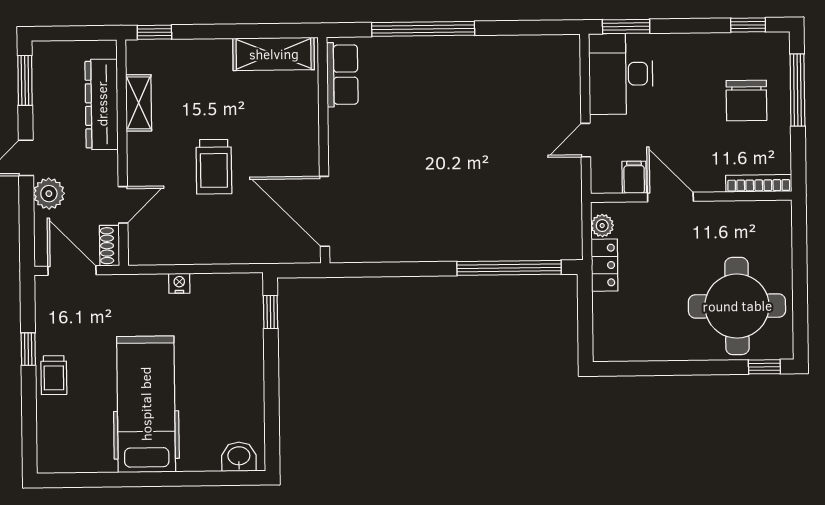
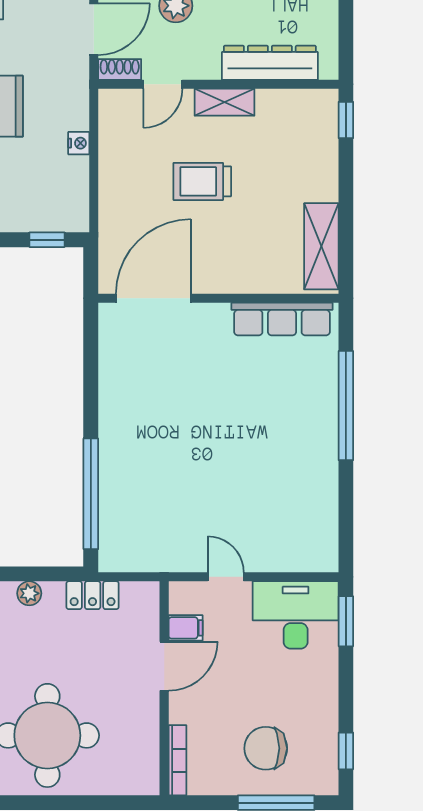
row of seats: (342, 75) -> (282, 319), width x1.48
shelving: (139, 103) -> (225, 102), moved
door: (123, 205) -> (163, 84), hinge flipped
plant: (602, 226) -> (29, 593), moved

